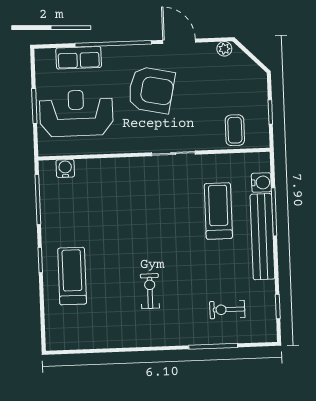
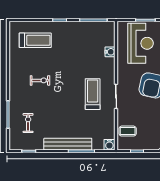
water cooler: (65, 168) -> (110, 52), moved
water cooler: (261, 183) -> (109, 145), moved
treadmill: (218, 211) -> (93, 94), moved, turned -90
treadmill: (72, 276) -> (35, 40), moved

